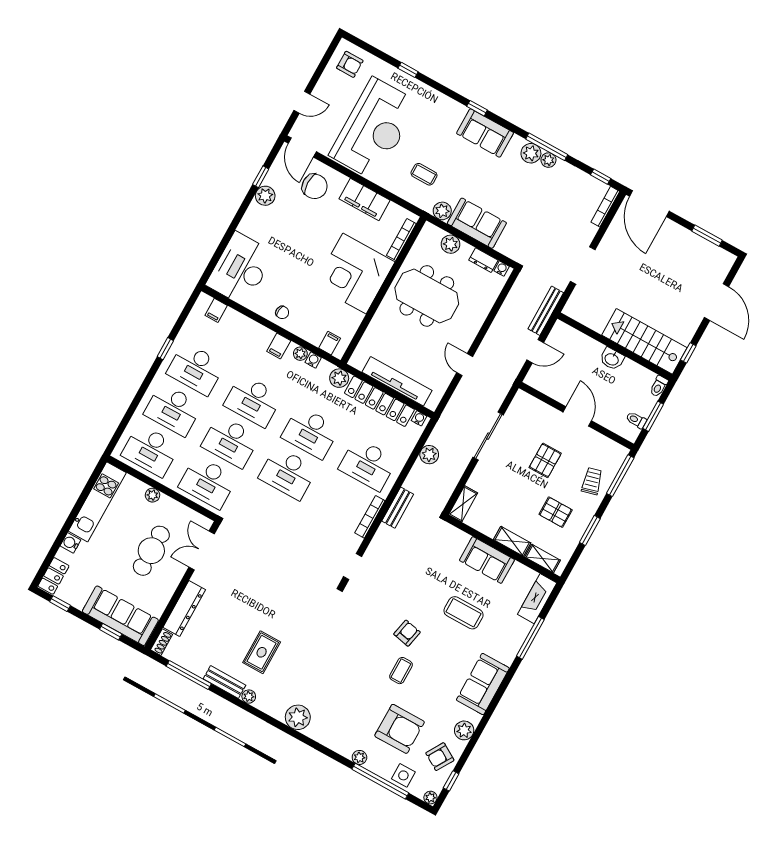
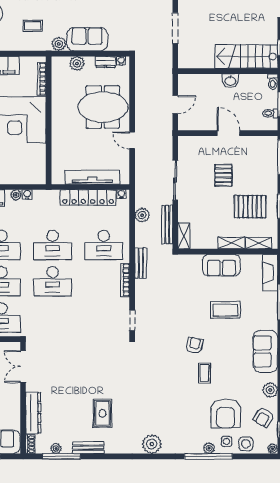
meeting table: (427, 296) -> (103, 107), moved
bench: (546, 311) -> (167, 224), moved
filing cabinet: (330, 343) -> (32, 177), removed
plant: (339, 378) -> (52, 197), removed
trolley: (592, 481) -> (263, 172), removed
pallet: (556, 512) -> (250, 207), width x1.50, depth x1.42
plant: (249, 697) -> (56, 448), moved
armchair: (400, 729) -> (226, 413), turned 90
side table: (383, 761) -> (226, 441), added
window: (380, 781) -> (208, 456), moved

